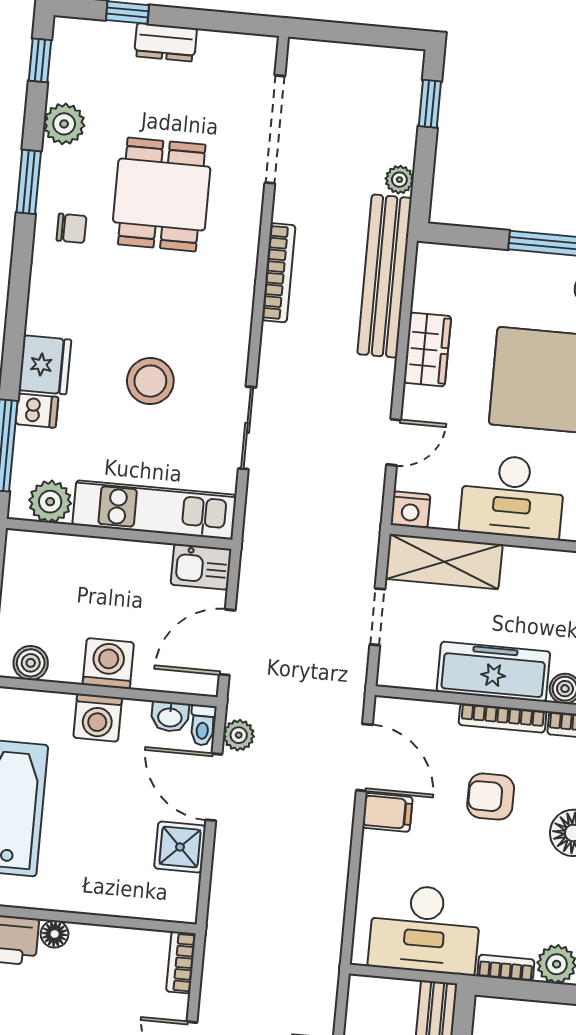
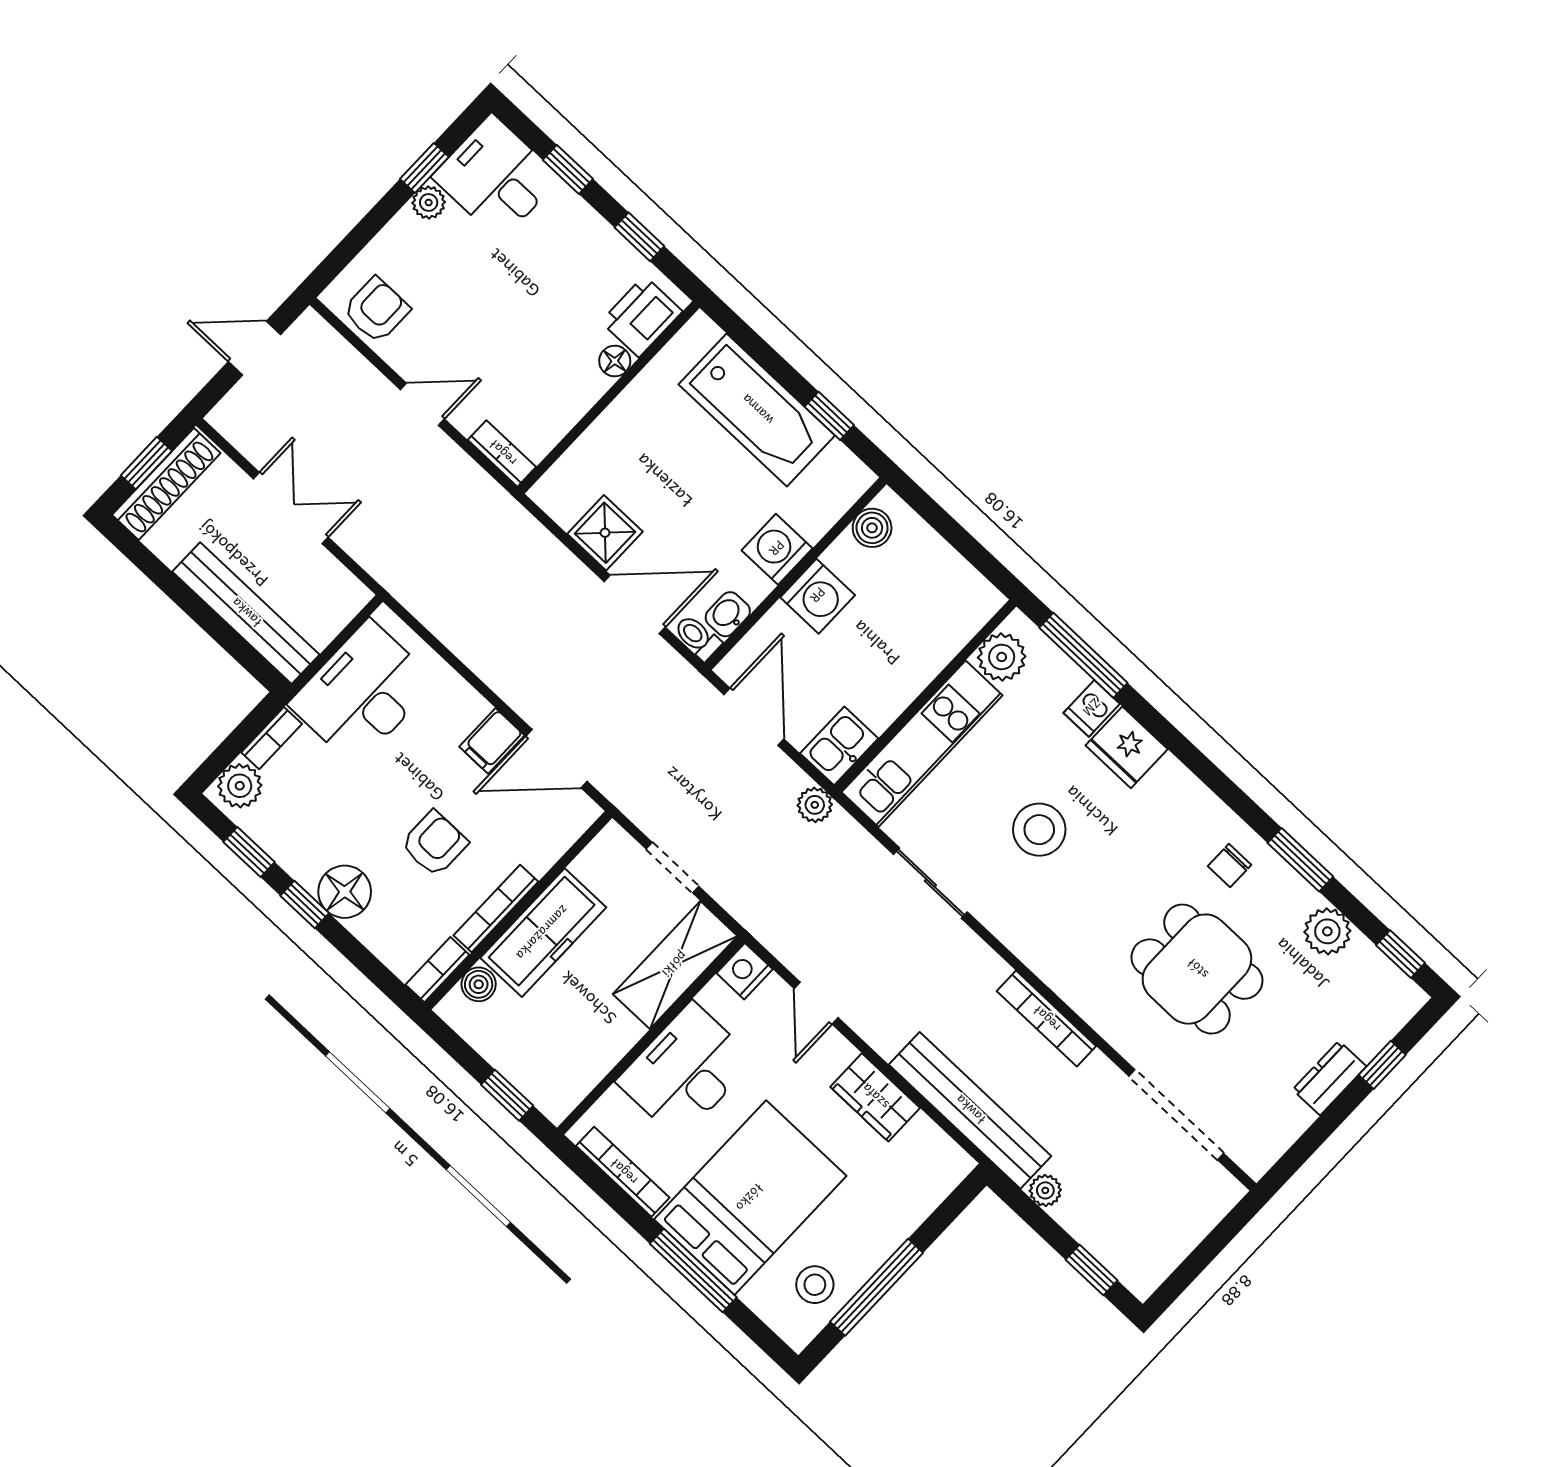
plant: (239, 735) -> (815, 805), moved

